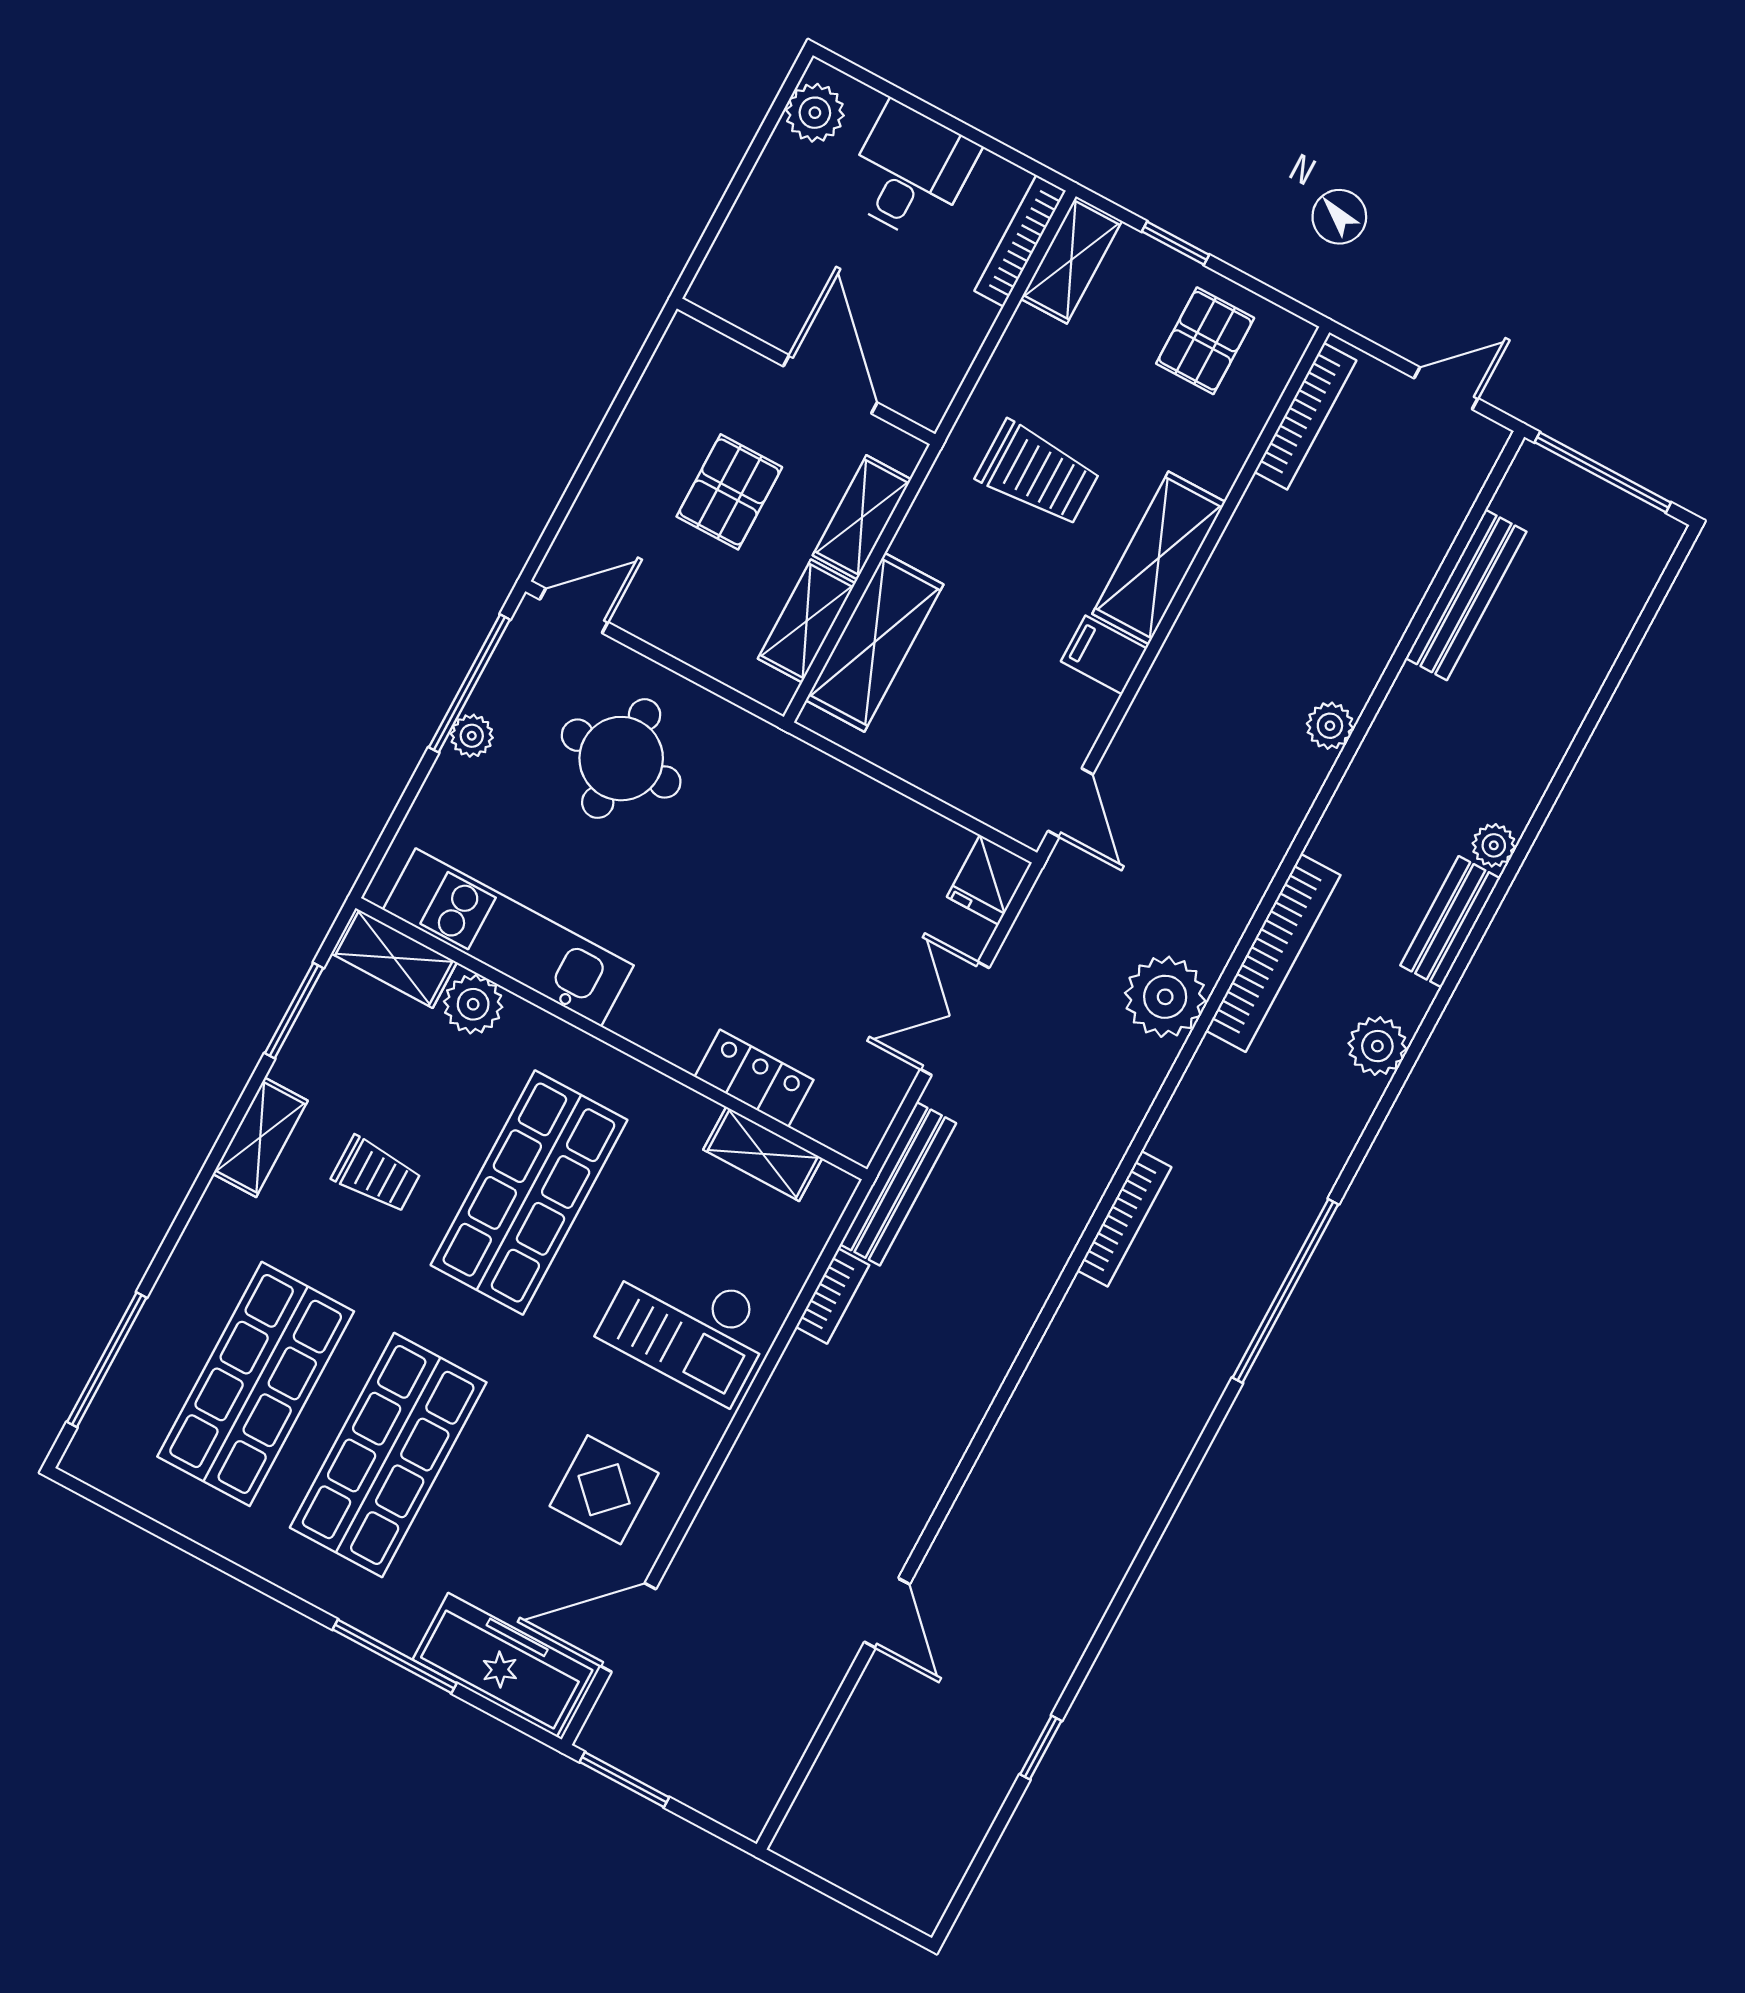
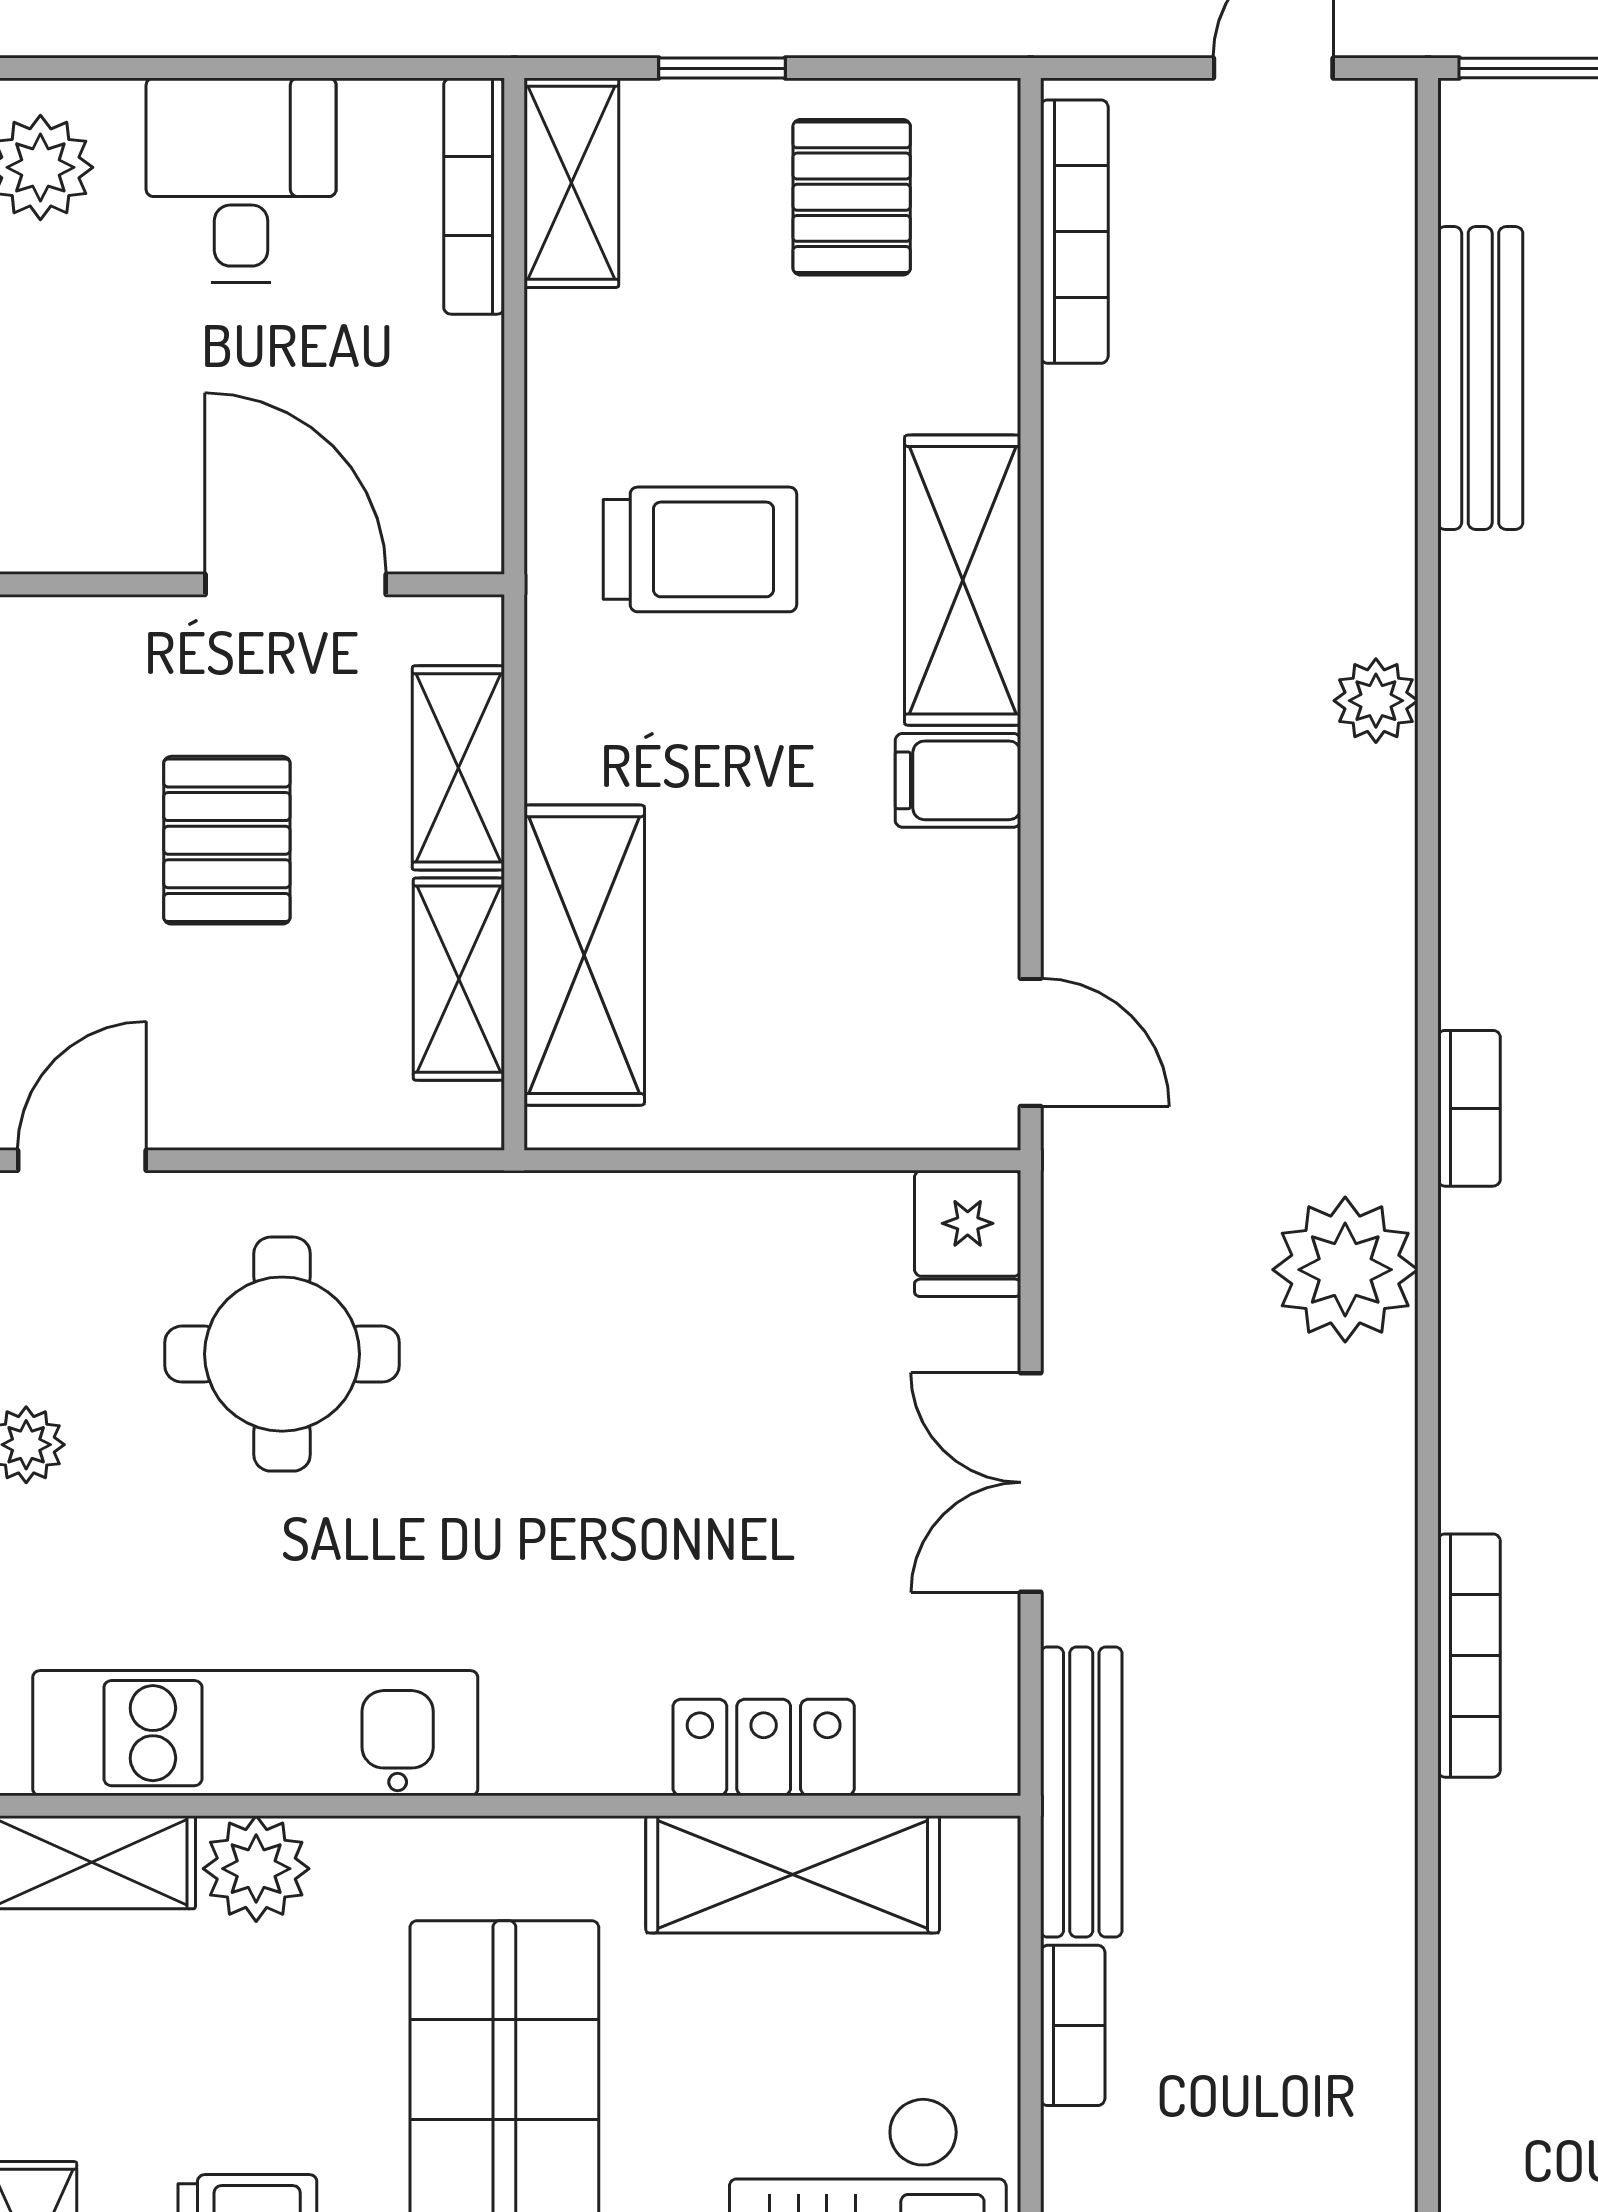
bookcase: (1273, 953) -> (1469, 1108), width x0.43, depth x0.76
shelving: (763, 1154) -> (793, 1874), width x1.50, depth x1.33

